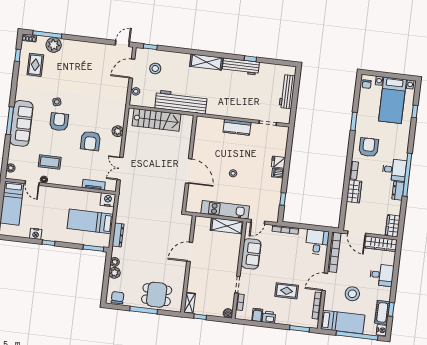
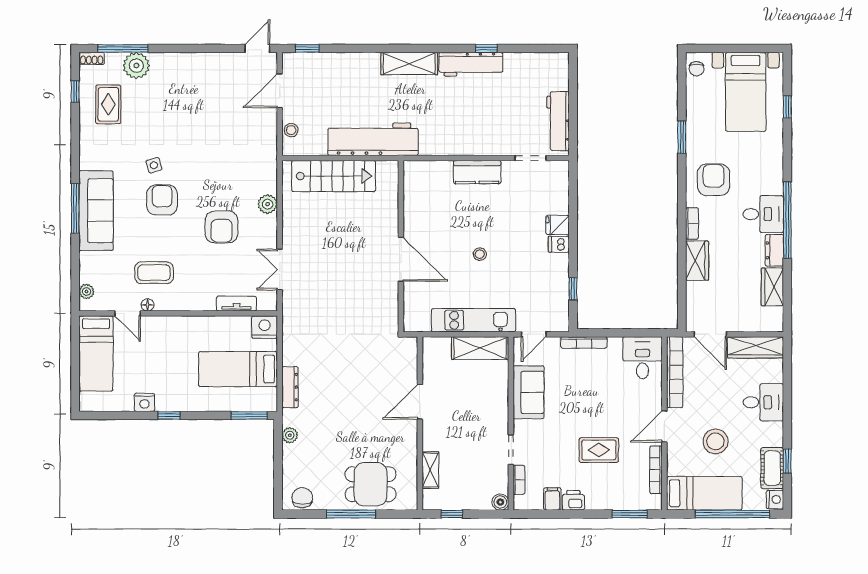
stool: (155, 68) -> (321, 86), removed
workbench: (287, 92) -> (558, 121), moved
wardrobe: (393, 226) -> (772, 287), moved
plant: (115, 273) -> (292, 455), removed
shelving: (190, 303) -> (430, 470), moved

